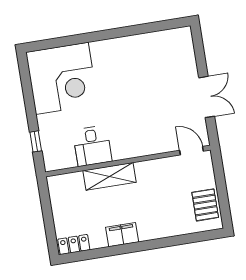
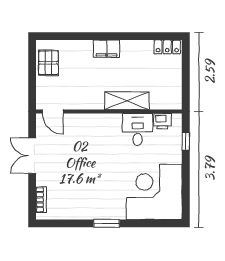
window: (110, 34) -> (107, 223), added
bookcase: (188, 49) -> (41, 200), added
printer: (66, 160) -> (162, 121), added
filing cabinet: (122, 235) -> (107, 49), moved

